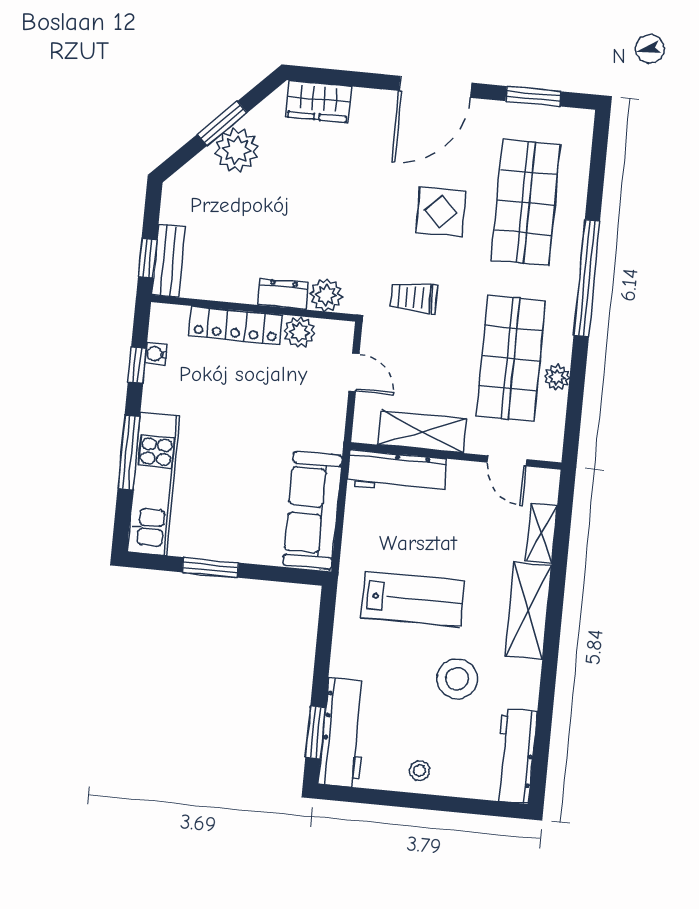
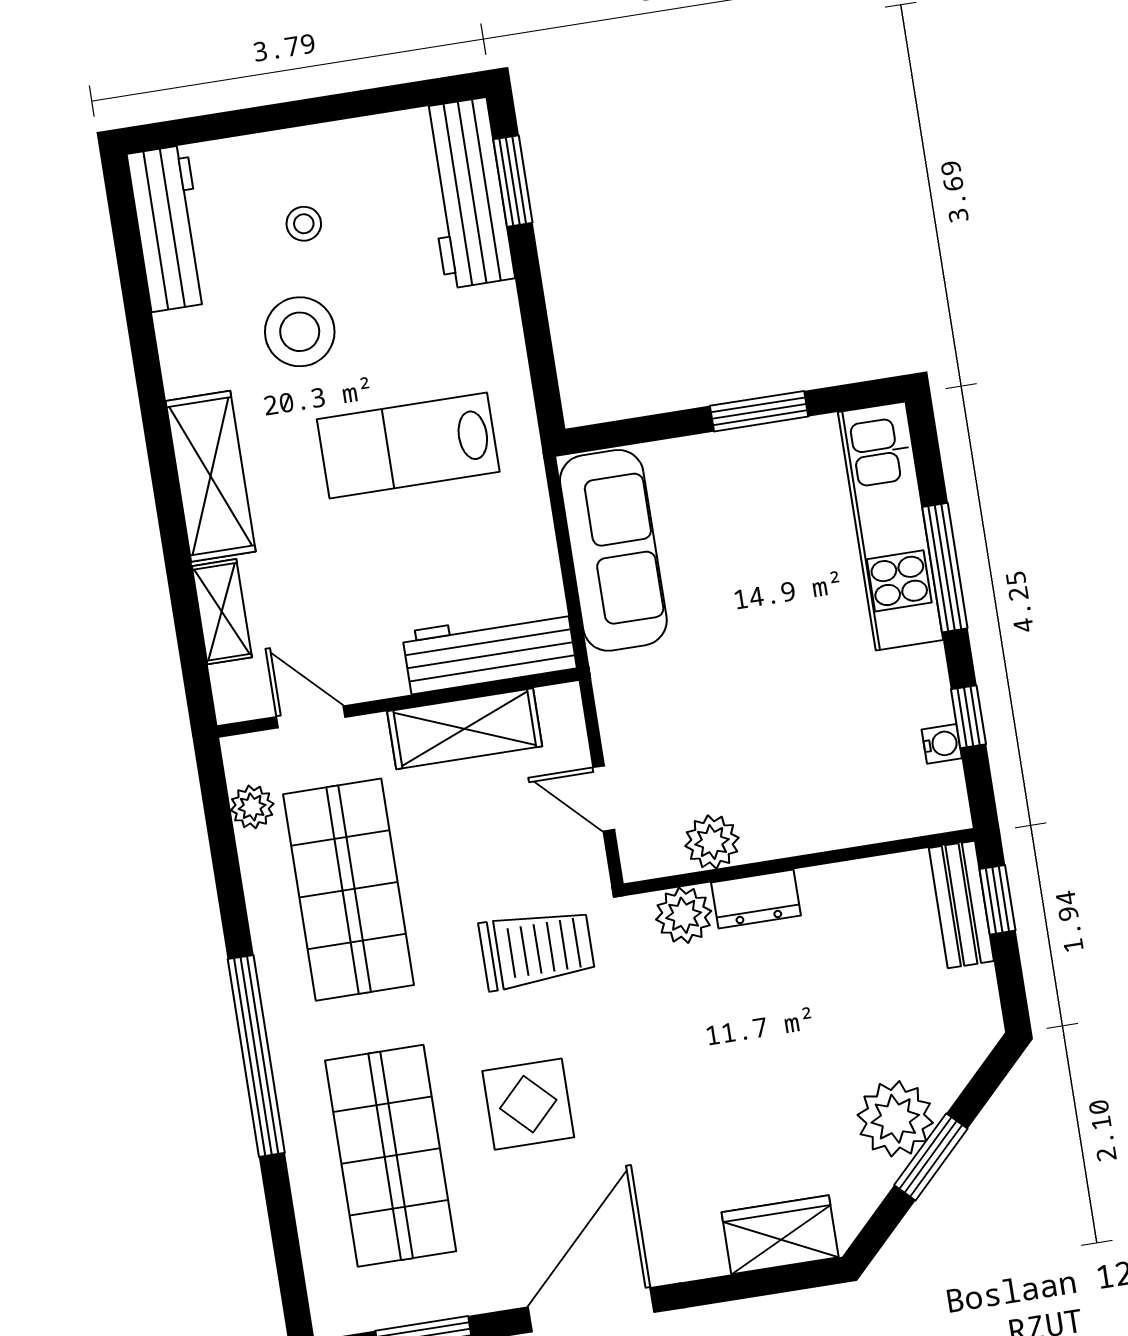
trolley: (414, 297) -> (537, 949), width x1.36, depth x1.39
locker: (236, 325) -> (821, 826), removed
plant: (557, 377) -> (252, 807), moved
stool: (419, 771) -> (304, 224), moved

